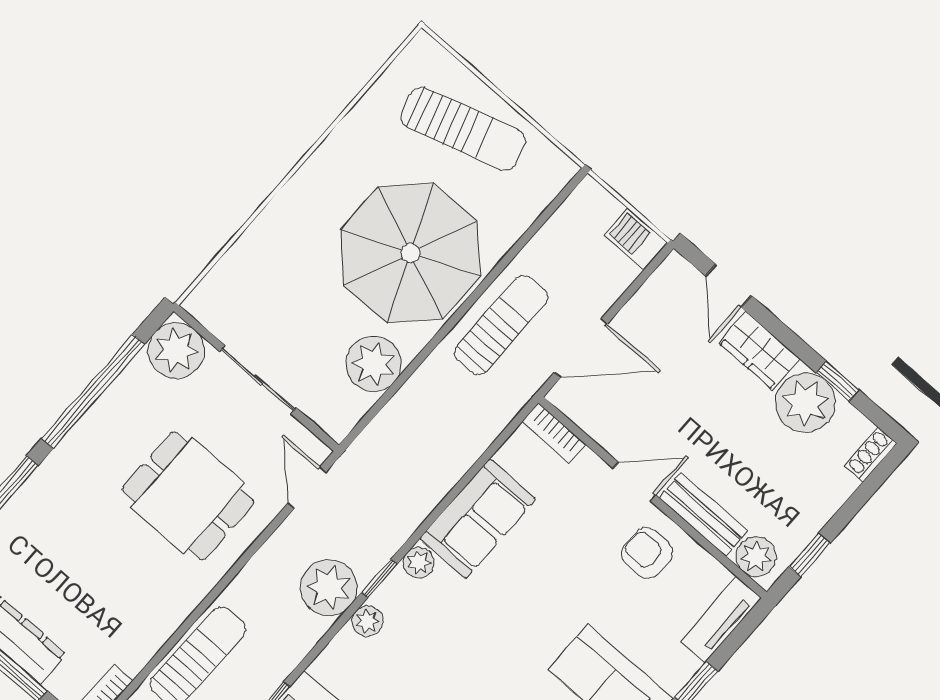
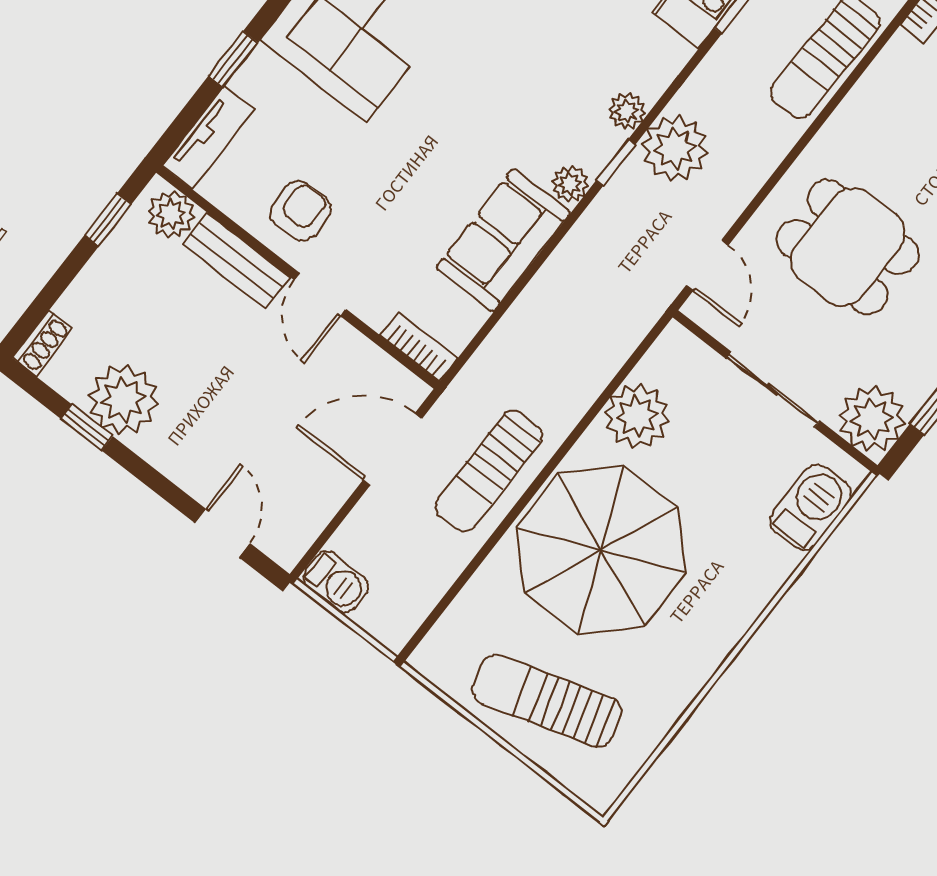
barbecue: (232, 279) -> (811, 507), added
wardrobe: (759, 351) -> (181, 458), removed
door: (634, 482) -> (320, 295), hinge flipped
armchair: (647, 553) -> (300, 211), turned -90

